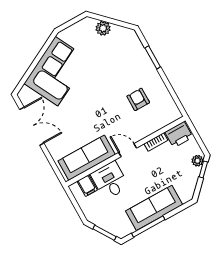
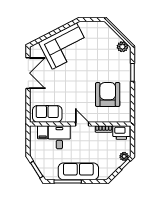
plant: (103, 28) -> (122, 47), moved
armchair: (138, 99) -> (108, 94), width x1.88, depth x1.88
sofa: (87, 158) -> (47, 114), width x0.73

